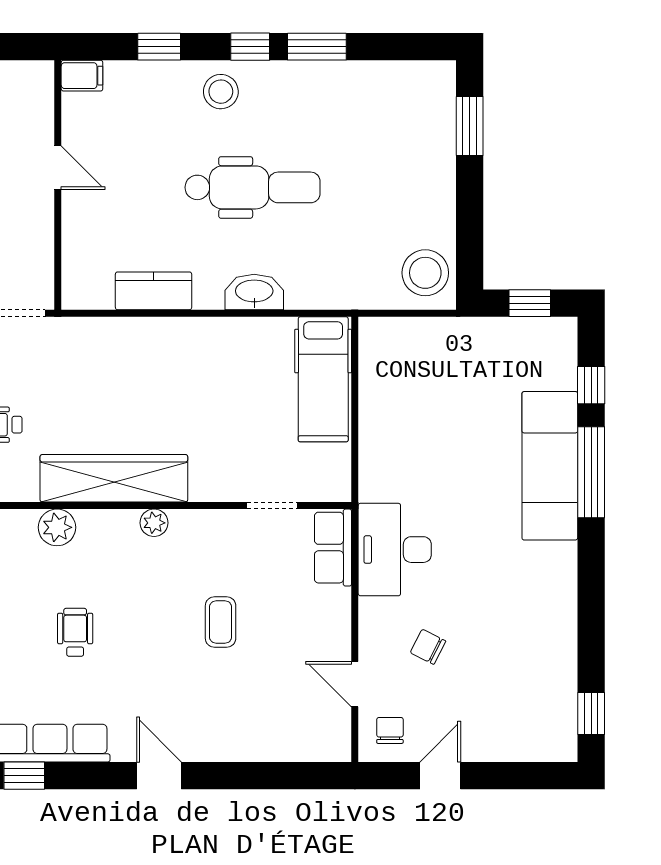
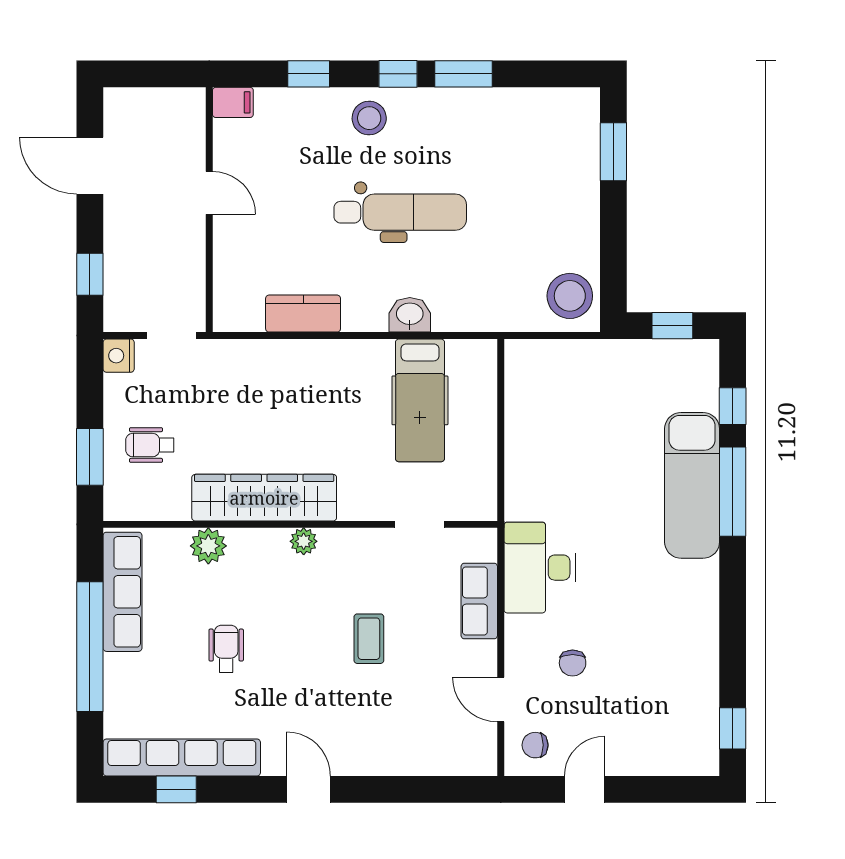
washbasin: (254, 292) -> (410, 315), width x0.72
hospital bed: (323, 379) -> (420, 400), moved
row of seats: (333, 548) -> (479, 601), moved
chair: (428, 647) -> (573, 663), turned -117
chair: (390, 730) -> (535, 745), turned -90

